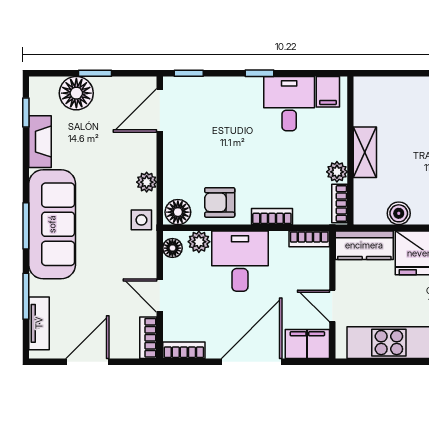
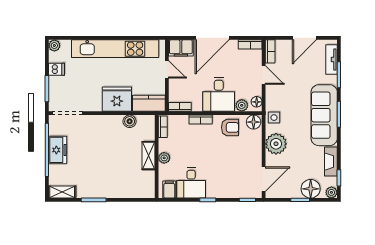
plant: (39, 87) -> (331, 192), added
plant: (337, 172) -> (164, 158), moved
plant: (147, 182) -> (276, 144), width x1.88, depth x1.88

